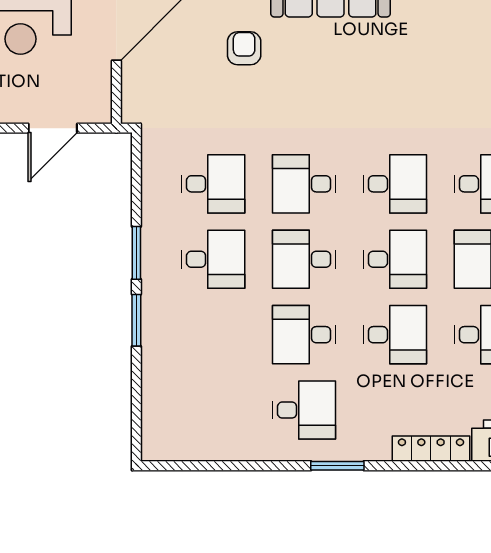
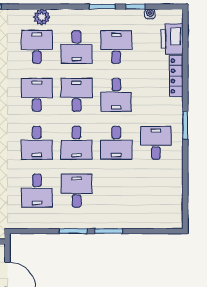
desk: (213, 184) -> (37, 191), turned 180
desk: (395, 335) -> (116, 95), turned 180

